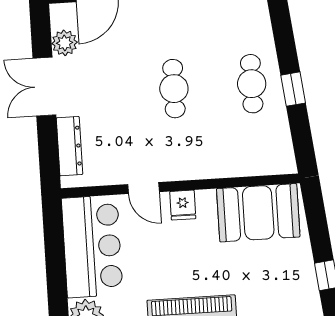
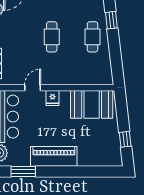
window: (293, 89) -> (111, 20), moved
door: (144, 188) -> (33, 88), swing flipped

